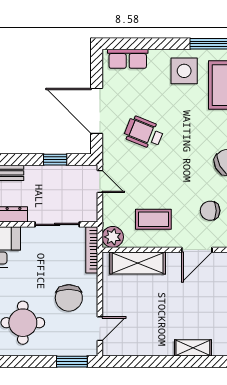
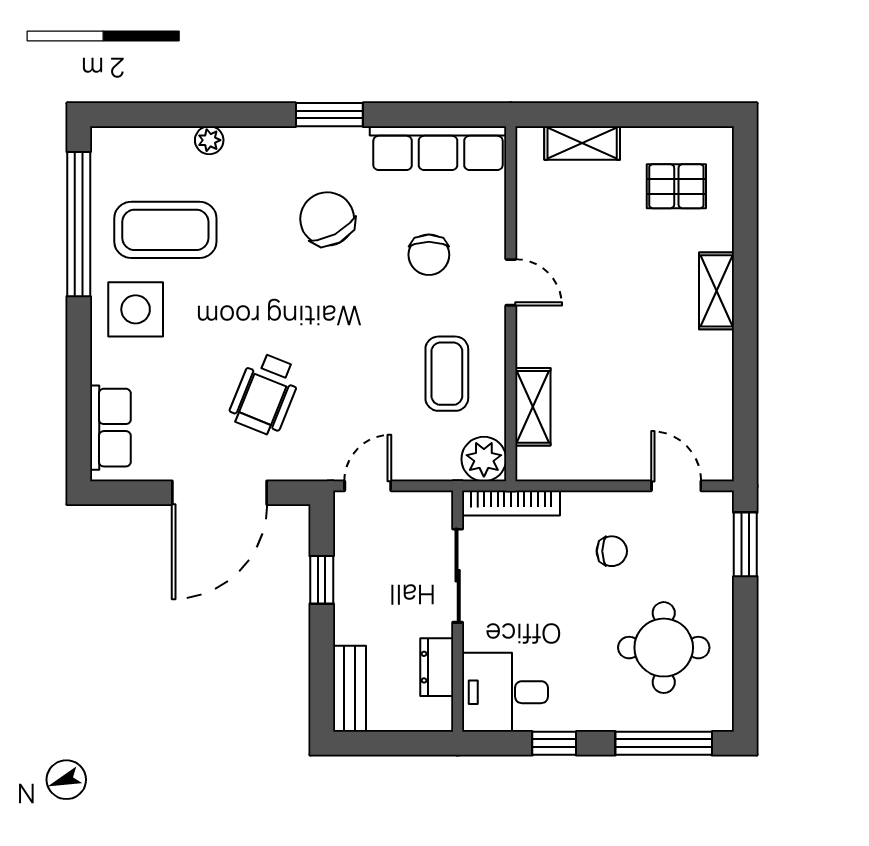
door: (197, 250) -> (511, 282), width x0.73
shelving: (138, 263) -> (533, 407), width x0.67, depth x0.75
chair: (69, 298) -> (612, 551), width x0.54, depth x0.54

